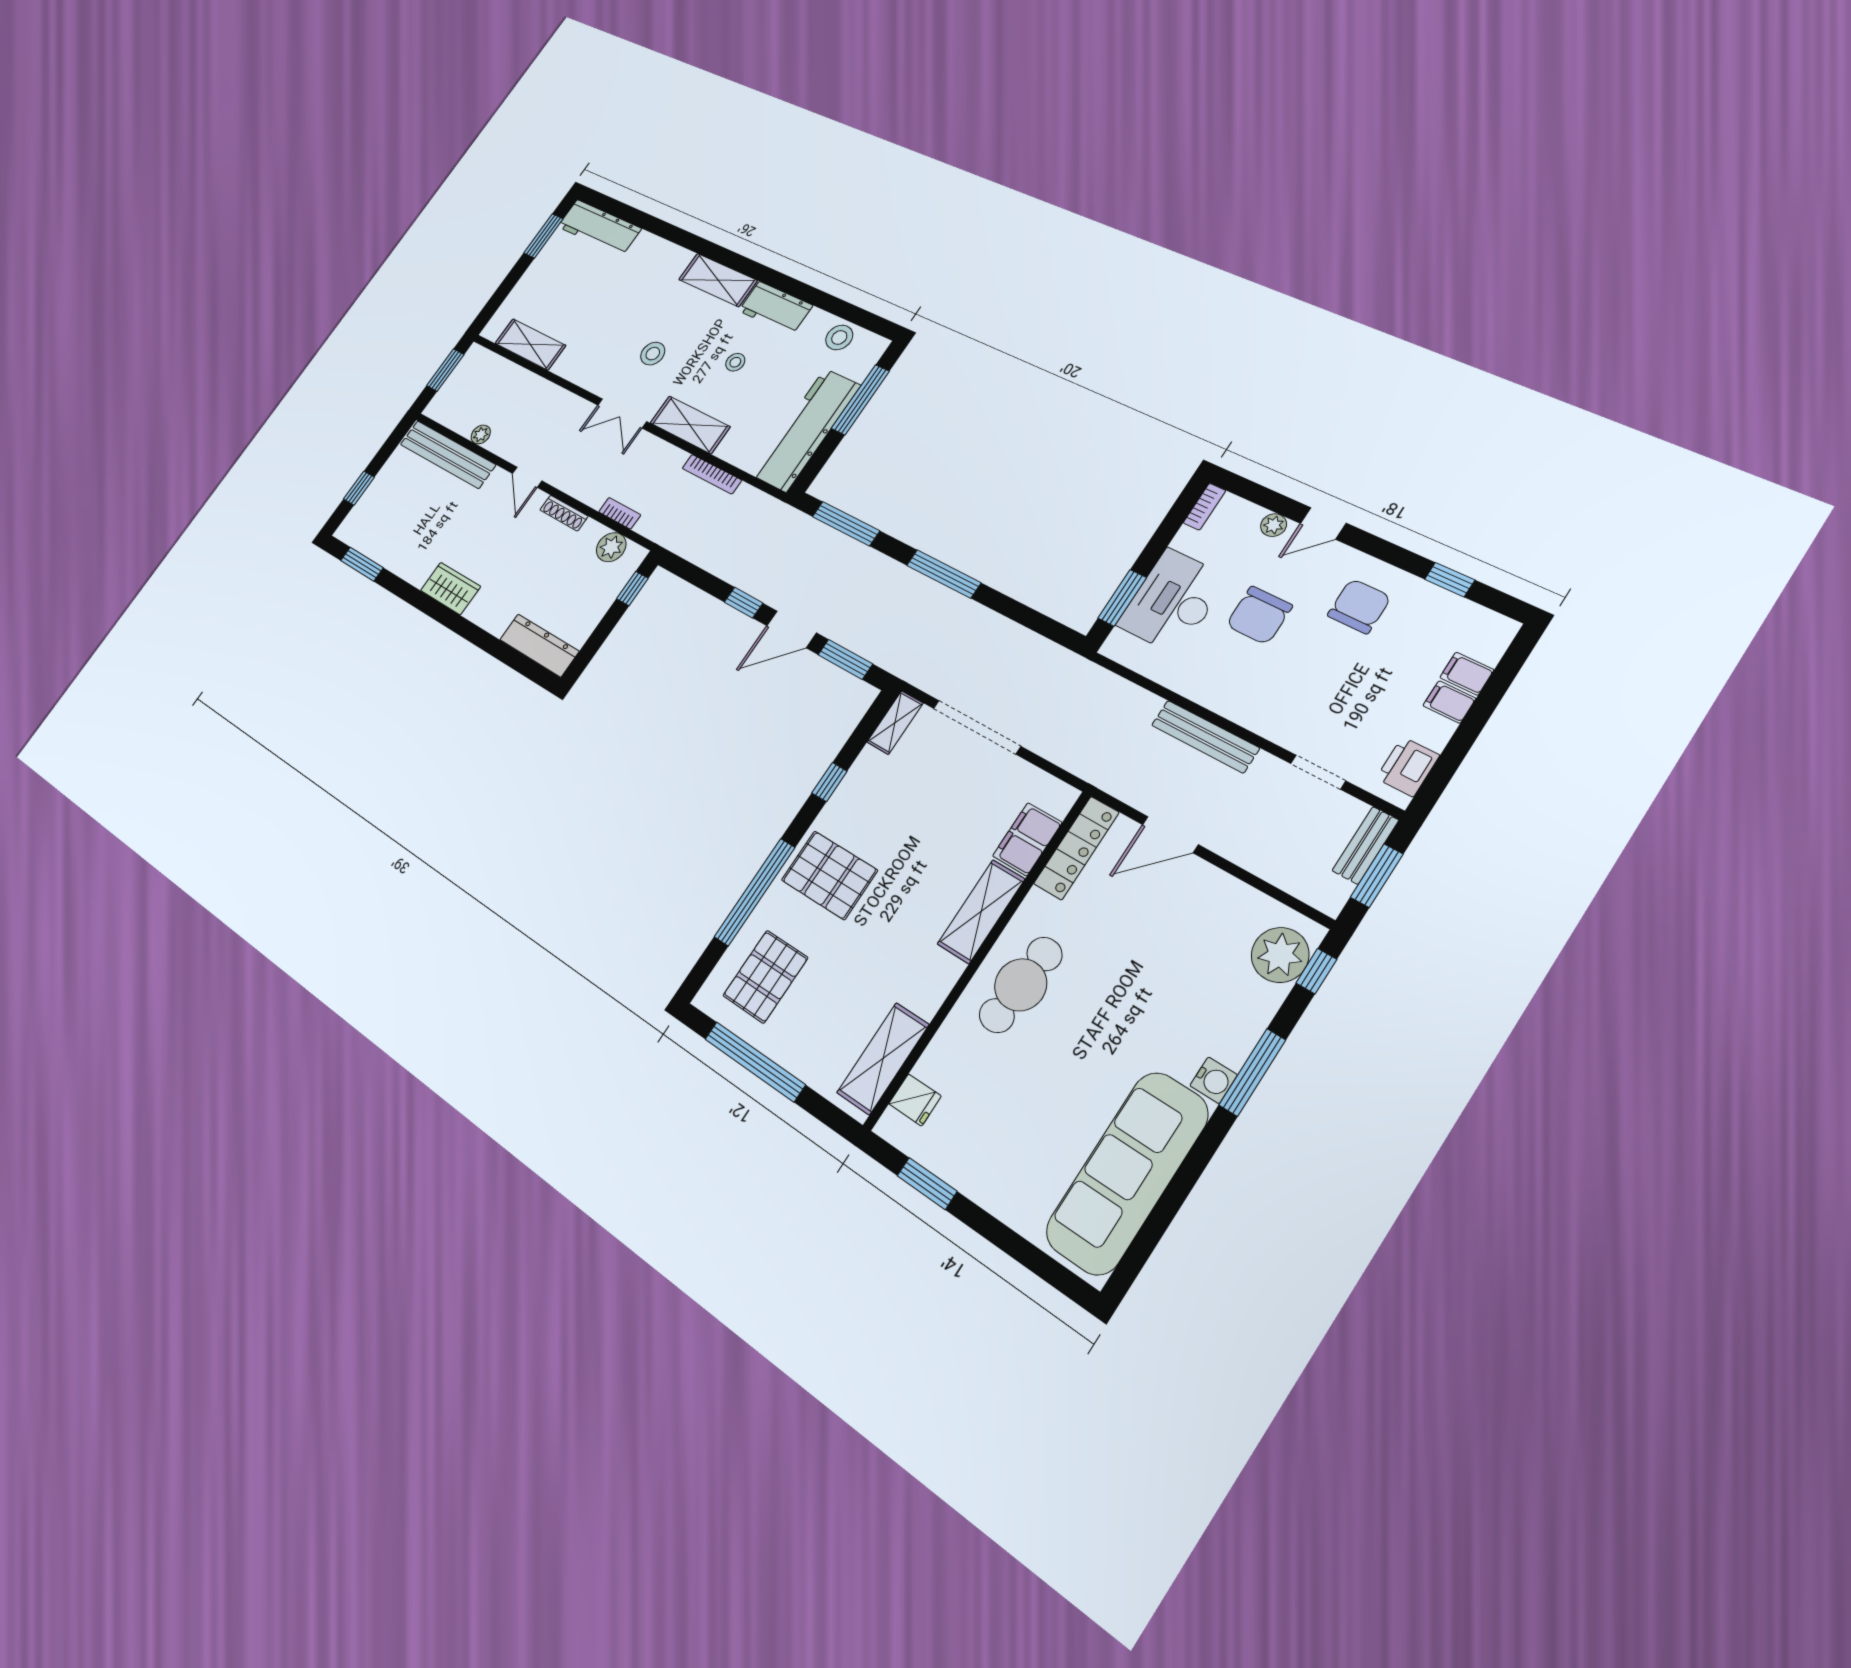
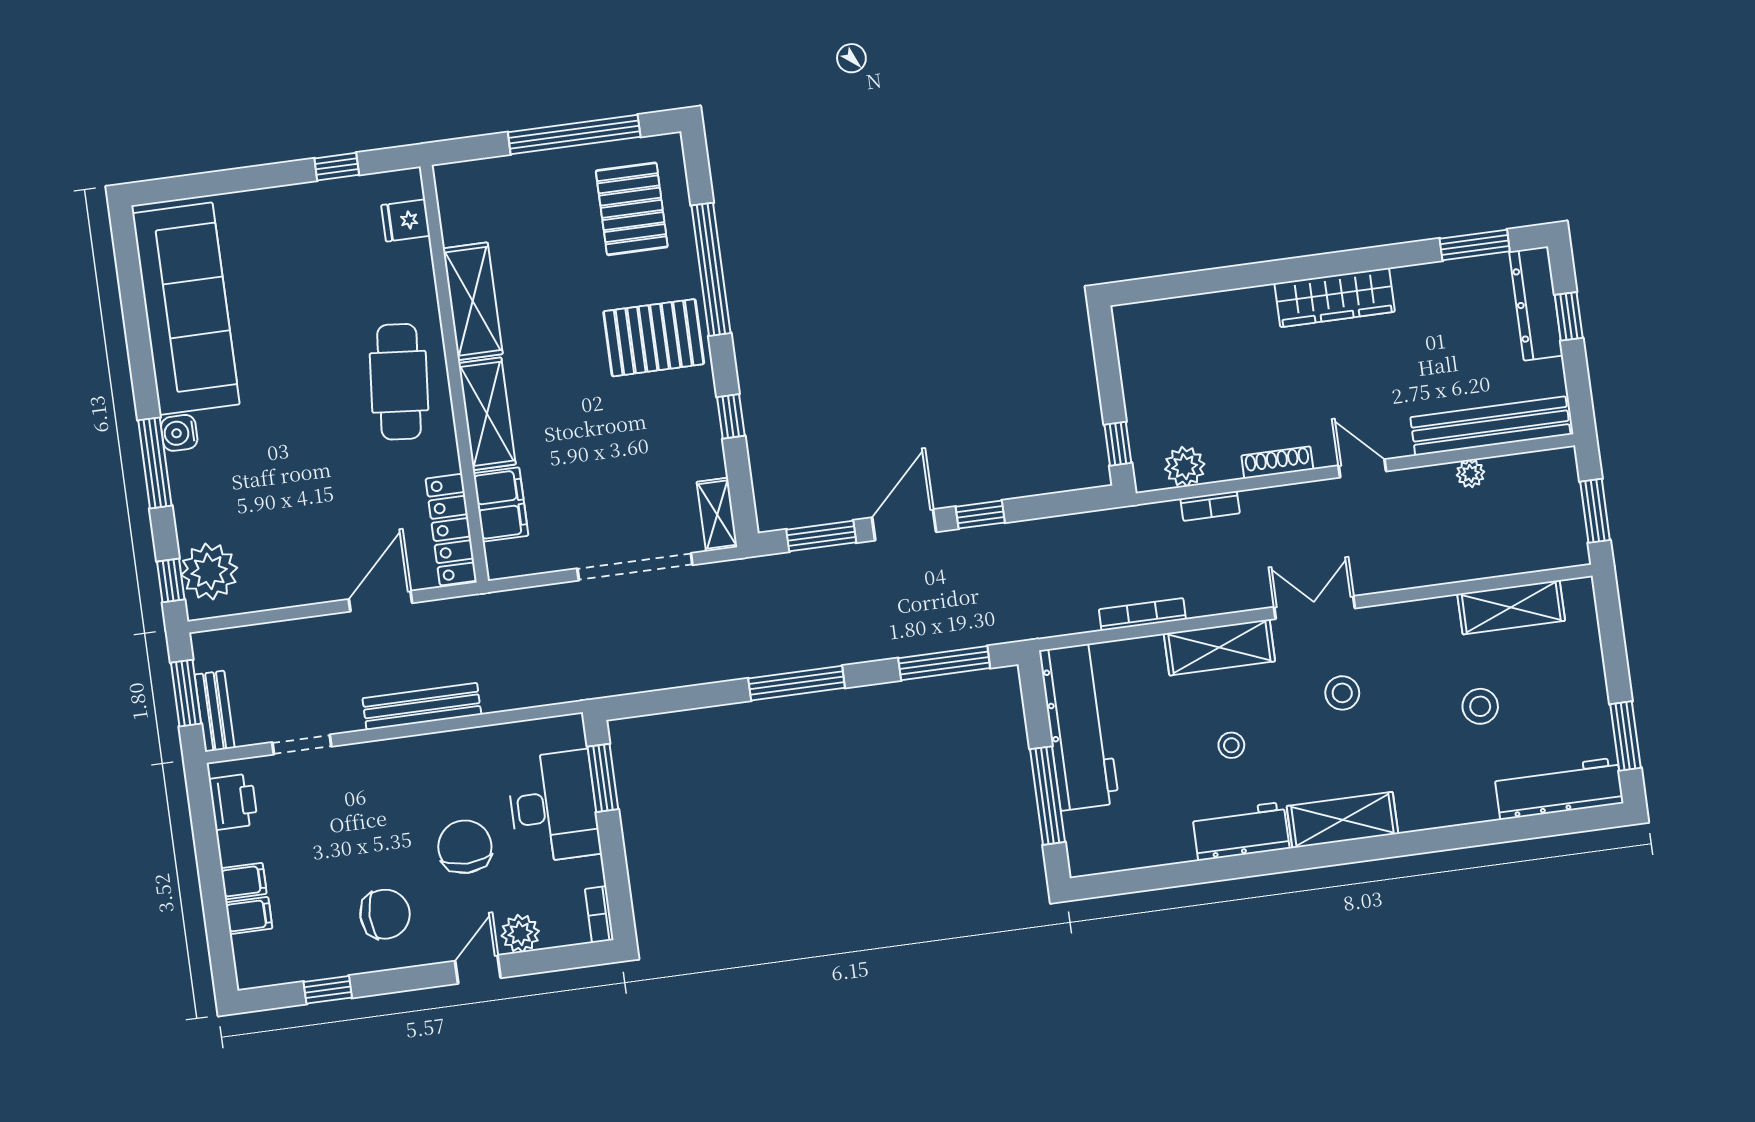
stool: (839, 337) -> (1480, 706), moved
plant: (1274, 525) -> (520, 933), width x1.38, depth x1.38
wardrobe: (451, 588) -> (1335, 297), width x1.50
chair: (1359, 606) -> (385, 914), turned -90
dresser: (539, 645) -> (1536, 303), moved, turned 90
shelving: (883, 1059) -> (473, 301), moved
window: (927, 1184) -> (337, 167), width x0.67

